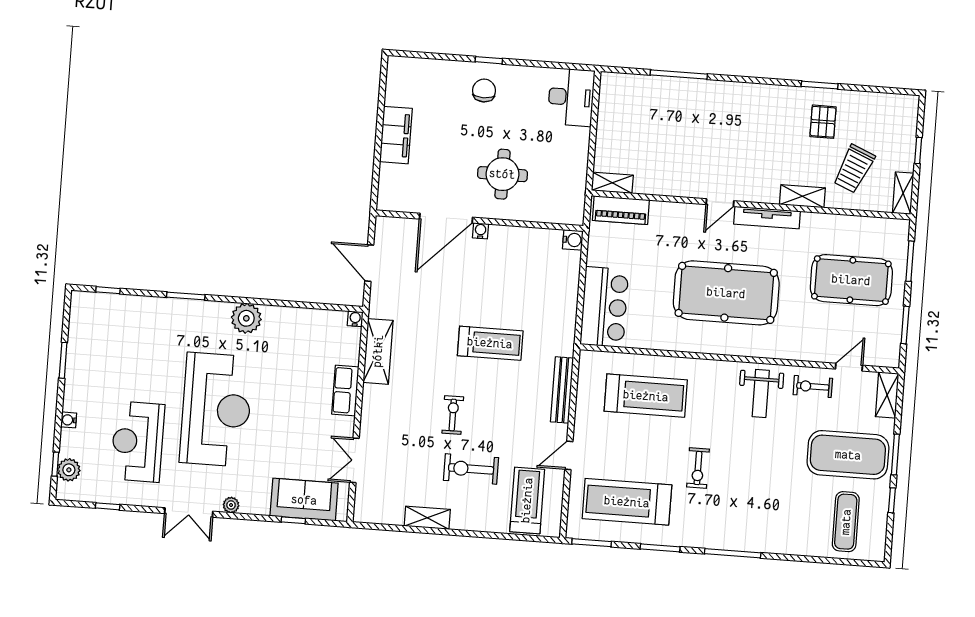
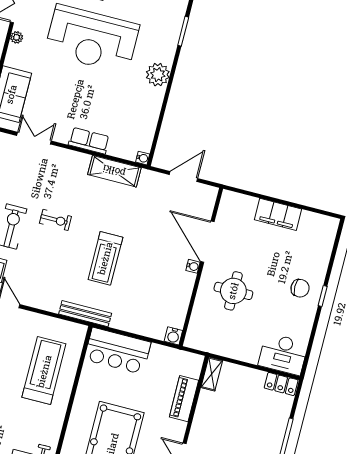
locker: (609, 93) -> (281, 384), added
piano: (621, 210) -> (184, 399), moved
bench: (562, 390) -> (85, 314), moved
treadmill: (646, 396) -> (44, 371), turned 180

